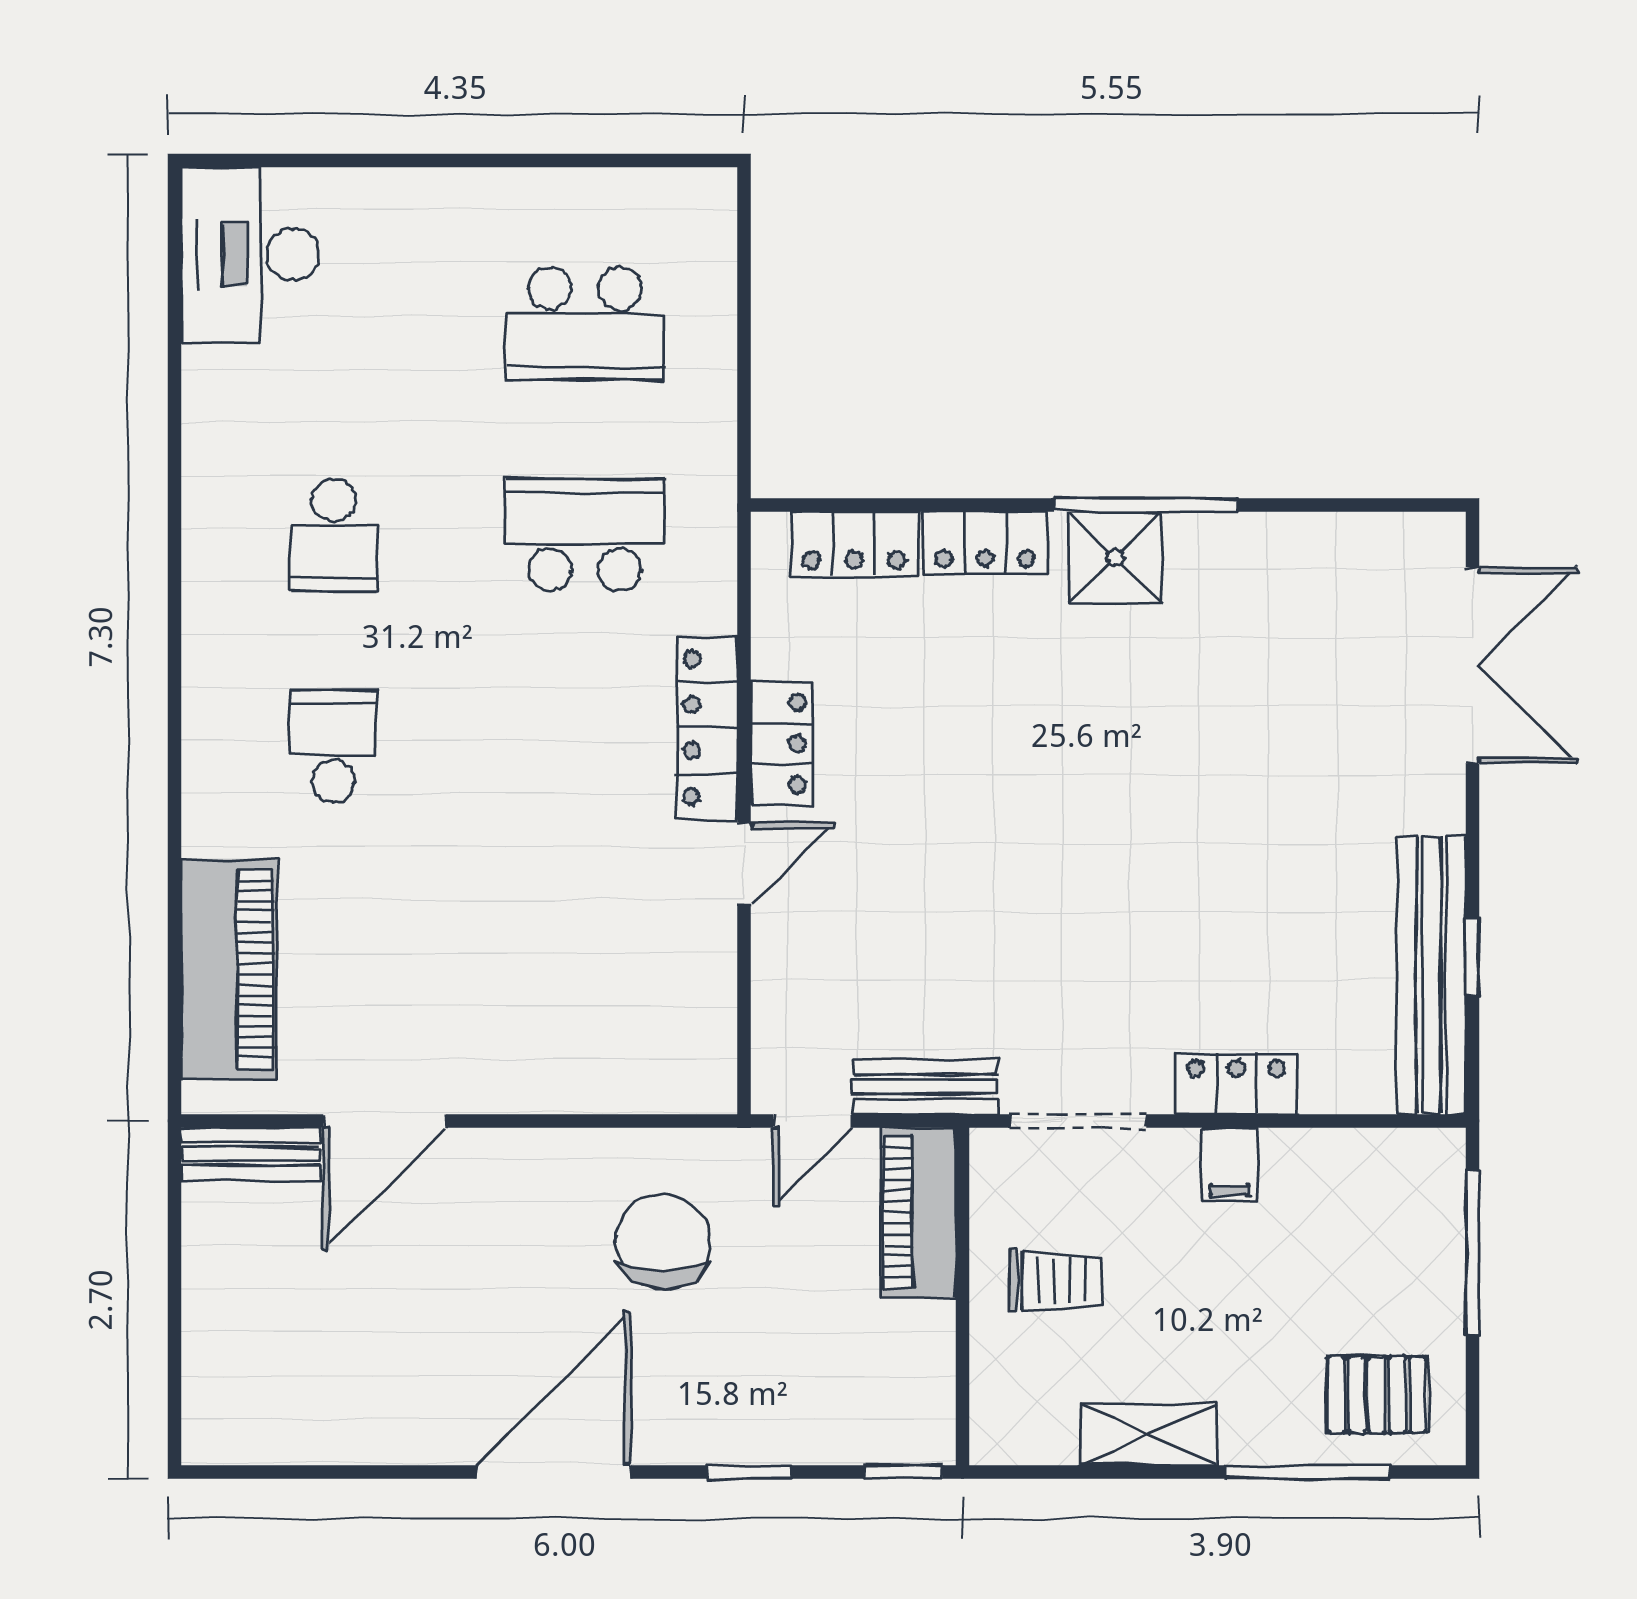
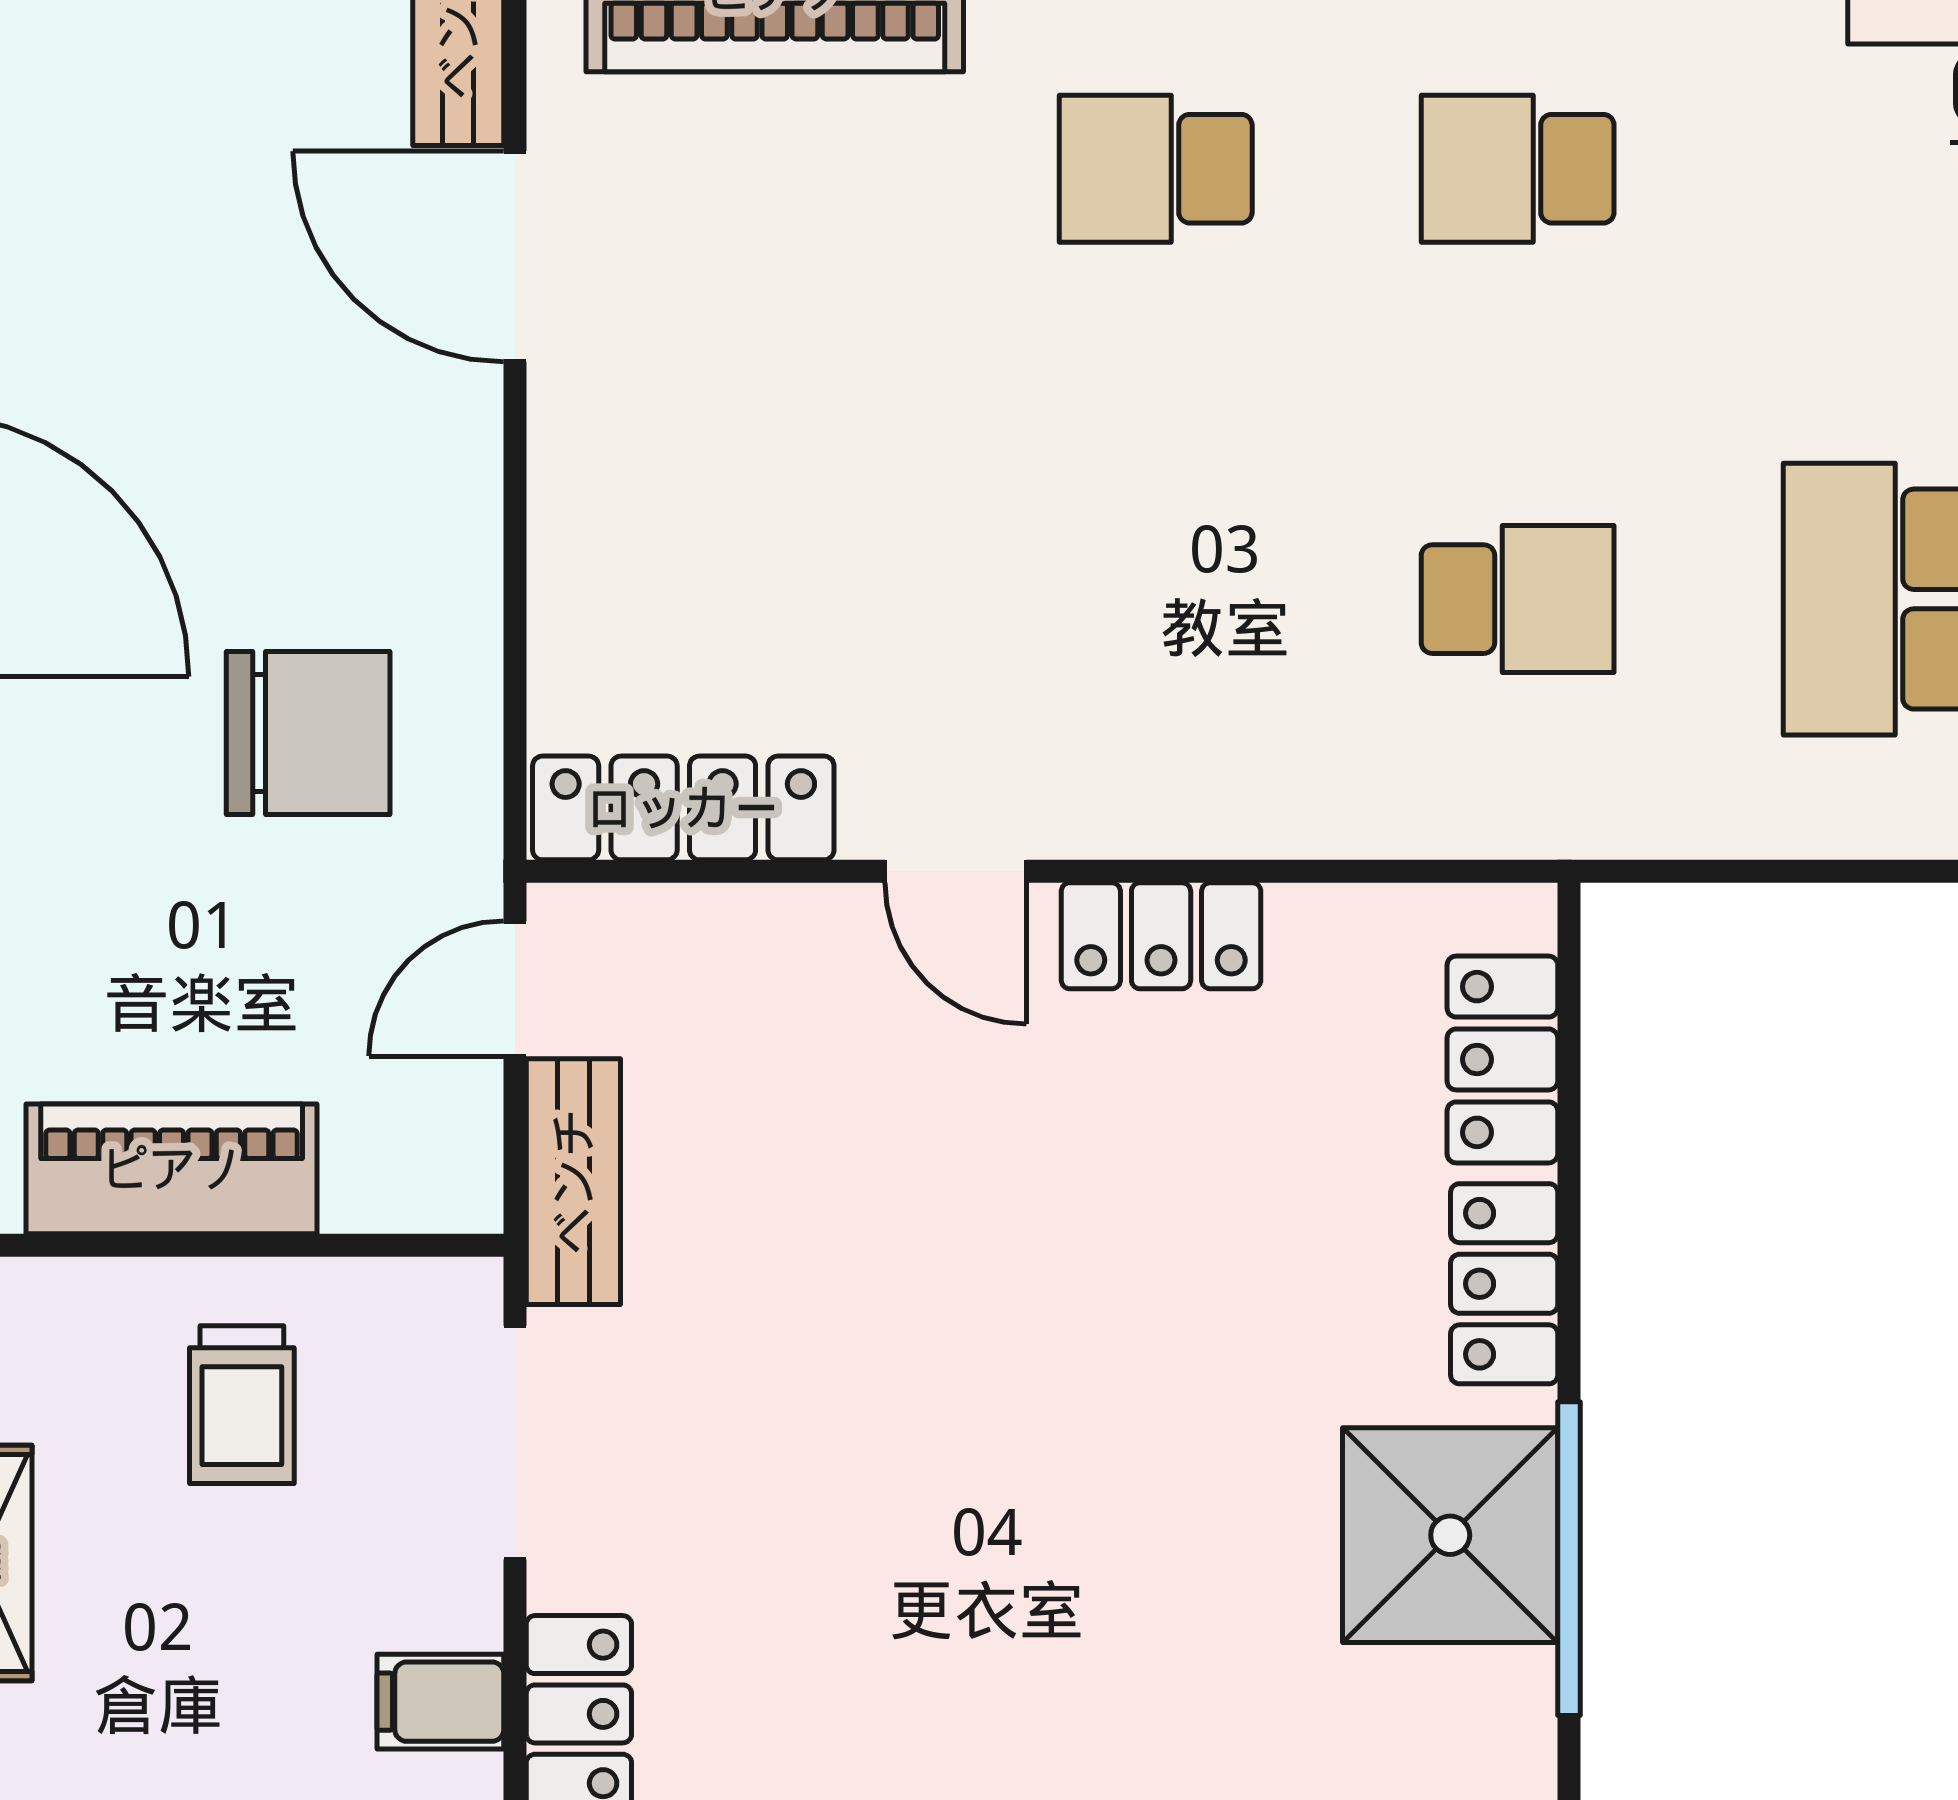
school desk: (585, 535) -> (1518, 599), width x0.54
shower: (1115, 558) -> (1450, 1535), width x1.36, depth x1.36
locker: (707, 728) -> (683, 808), moved
school desk: (333, 747) -> (1156, 169), turned 180
door: (813, 1121) -> (515, 989), hinge flipped
piano: (918, 1212) -> (172, 1169), moved

